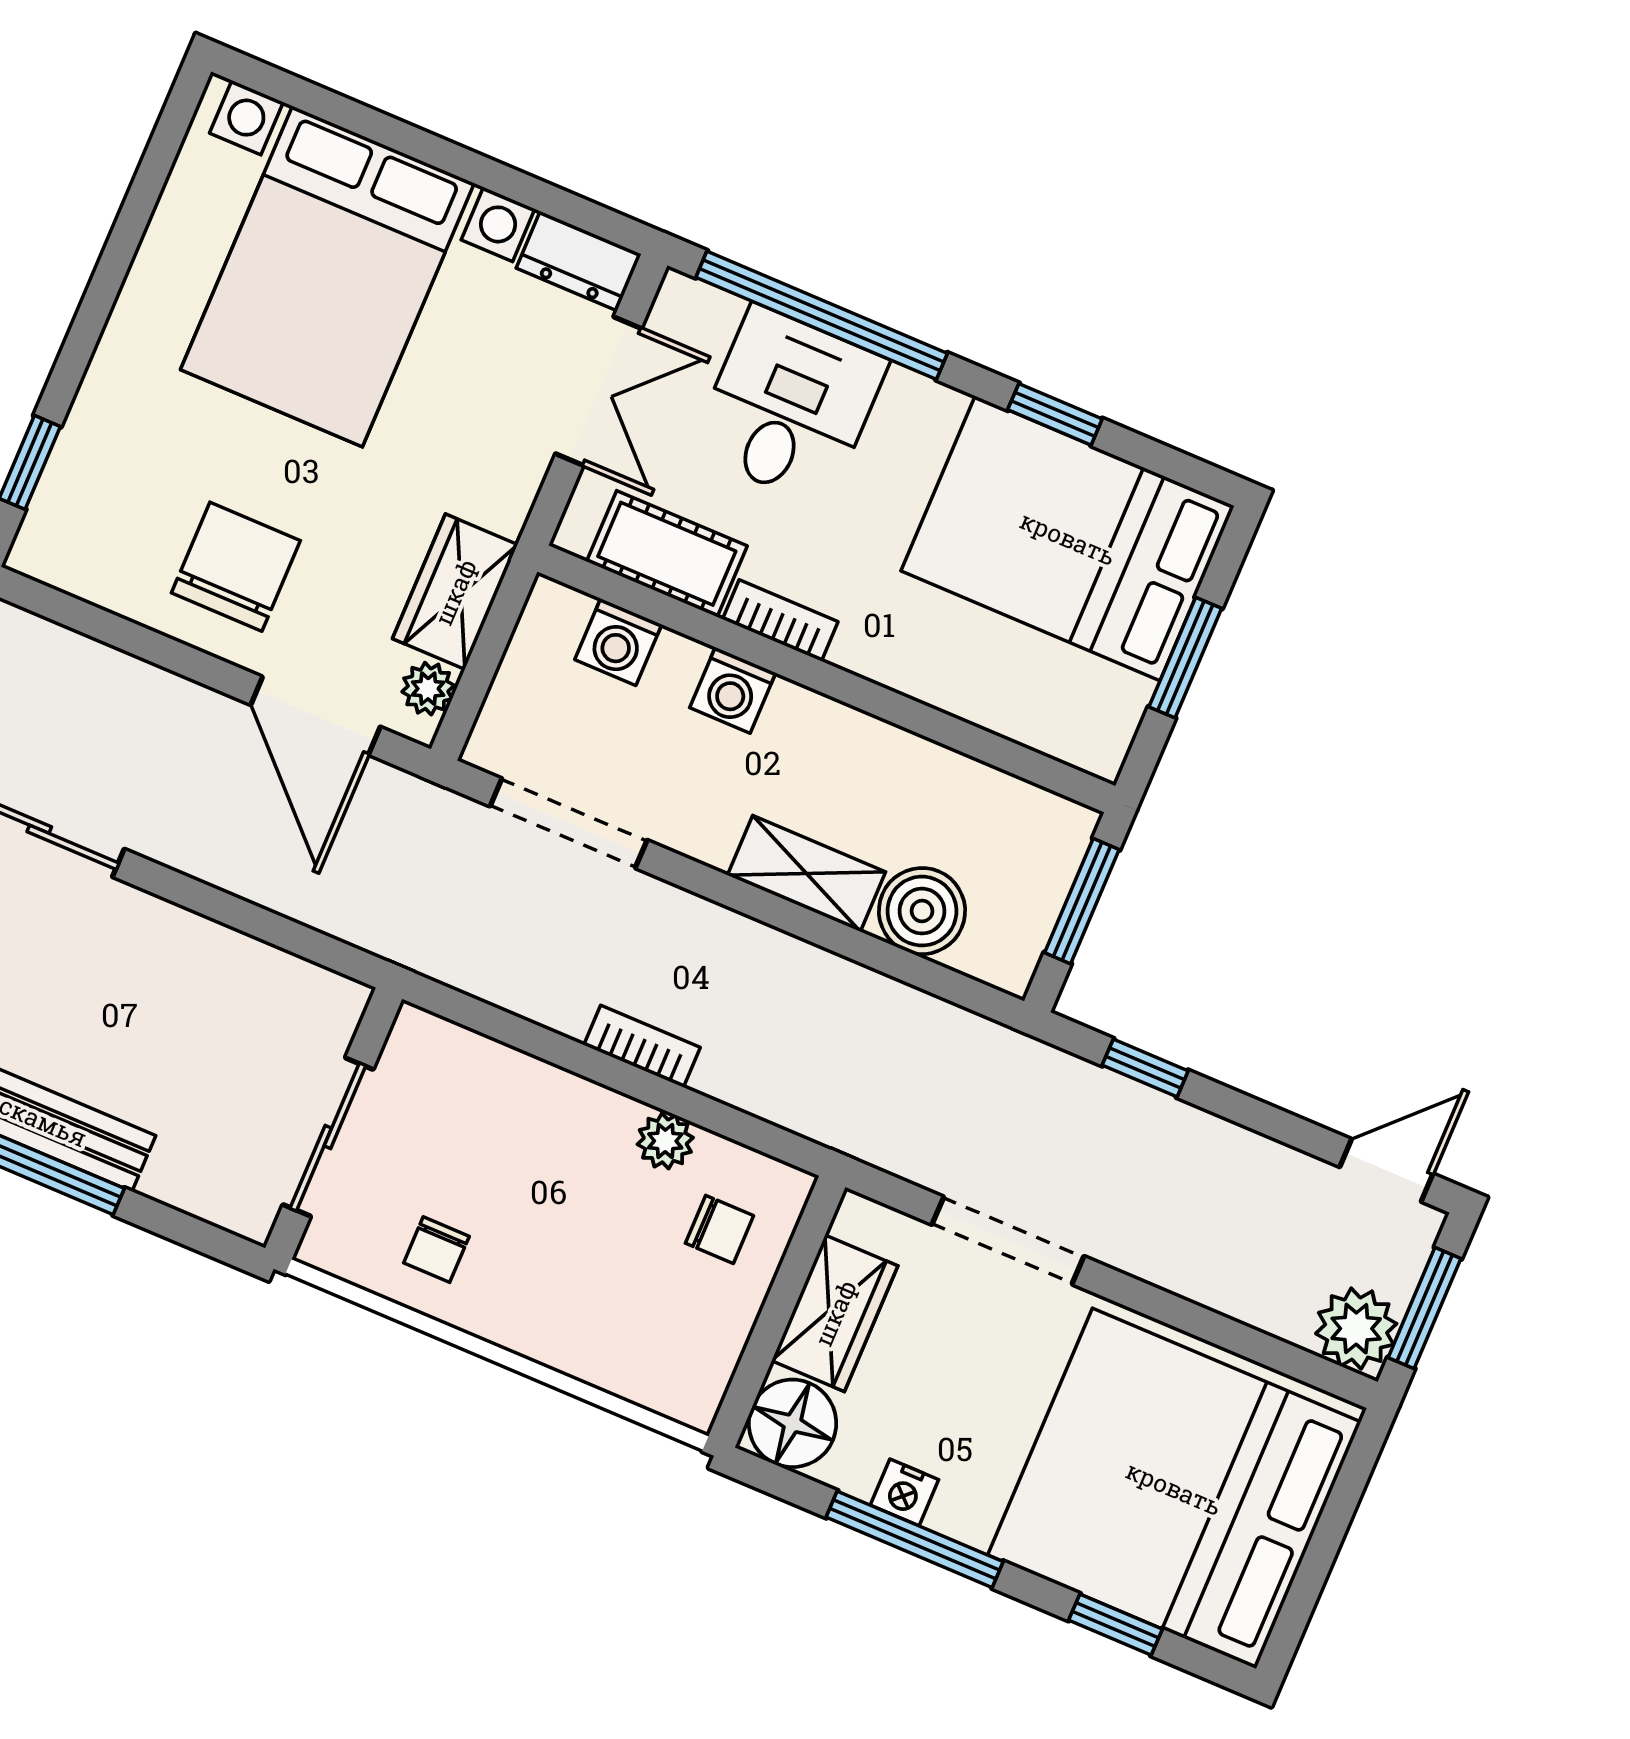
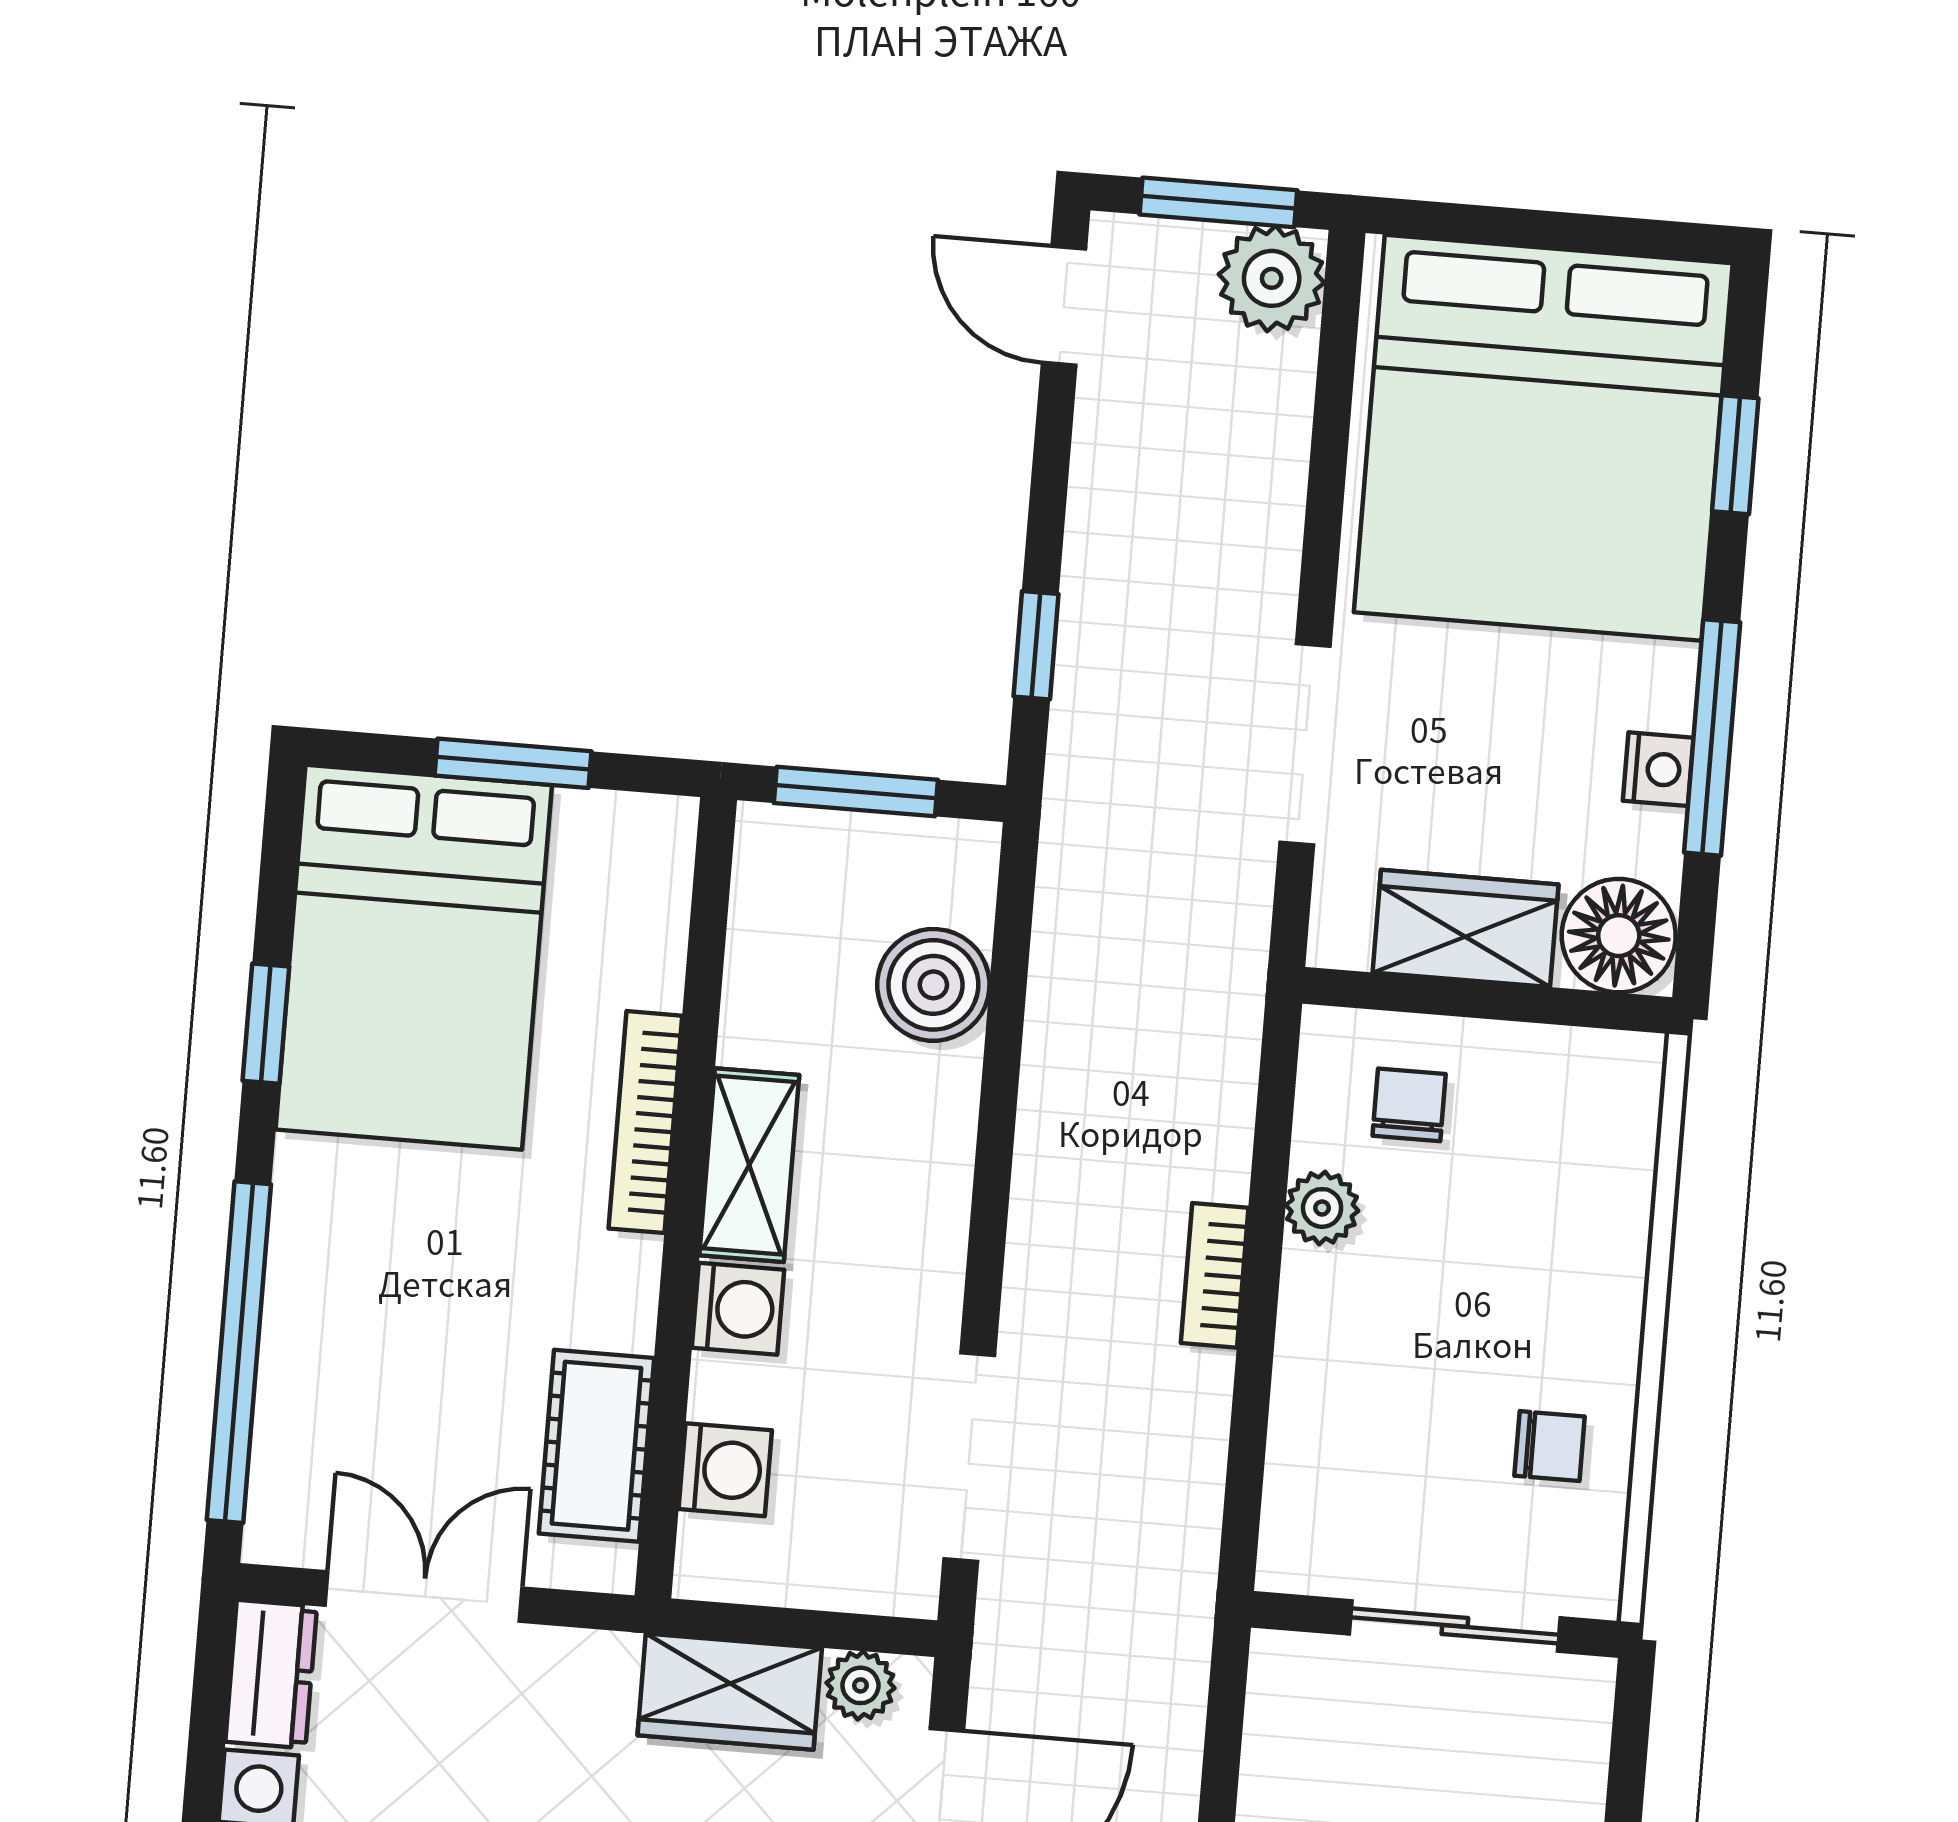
desk: (789, 406) -> (364, 1355), removed
bookcase: (780, 620) -> (645, 1122), moved, width x1.56
shelving: (806, 873) -> (749, 1165), moved

